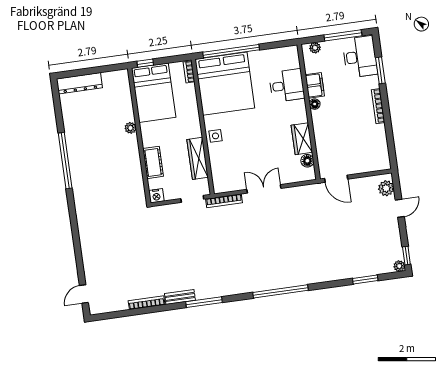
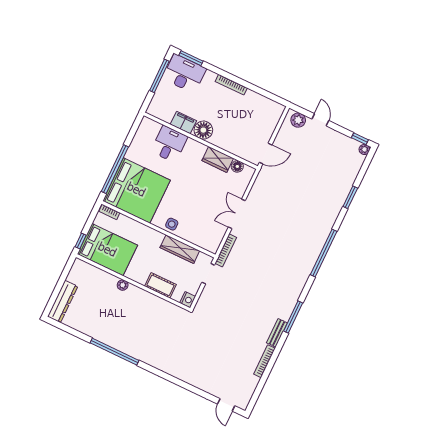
plant: (315, 48) -> (155, 103), removed
window: (380, 70) -> (191, 58), moved
floor lamp: (315, 104) -> (203, 130), width x1.89, depth x1.89
window: (365, 279) -> (350, 197), moved

